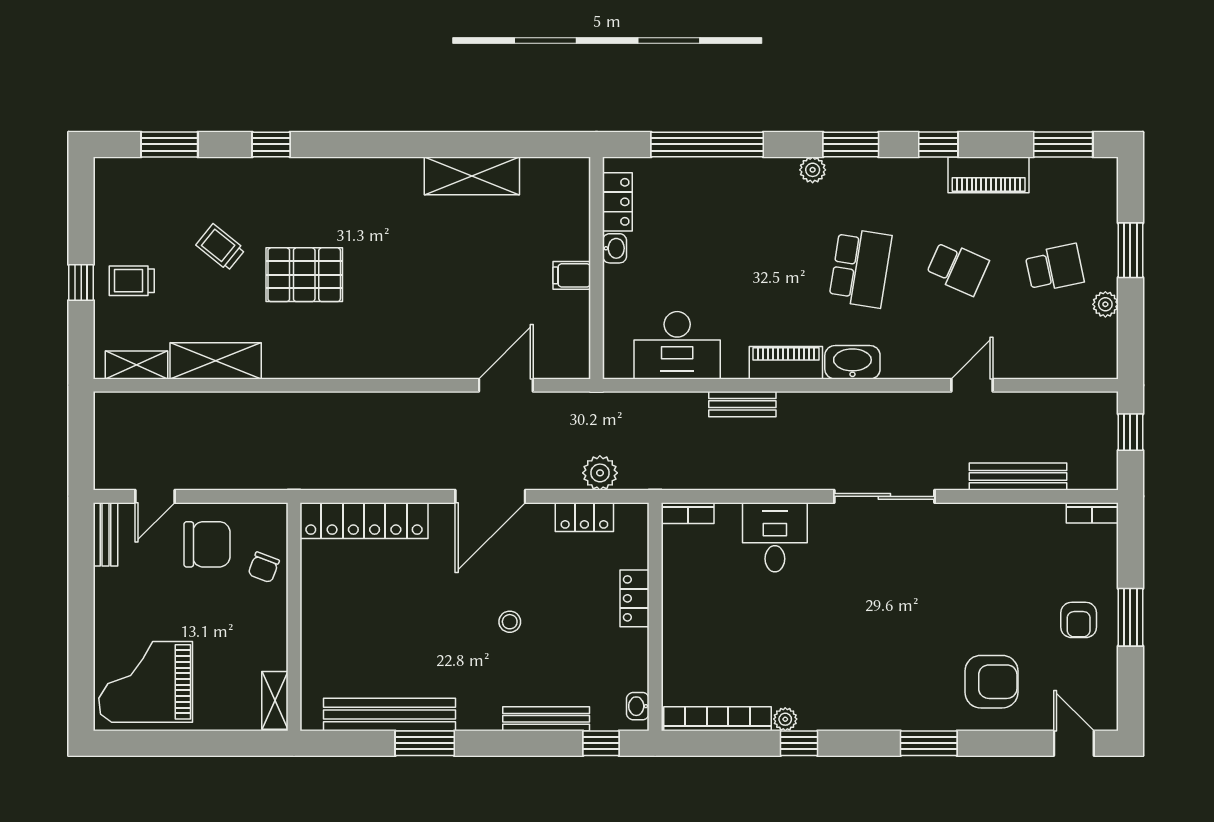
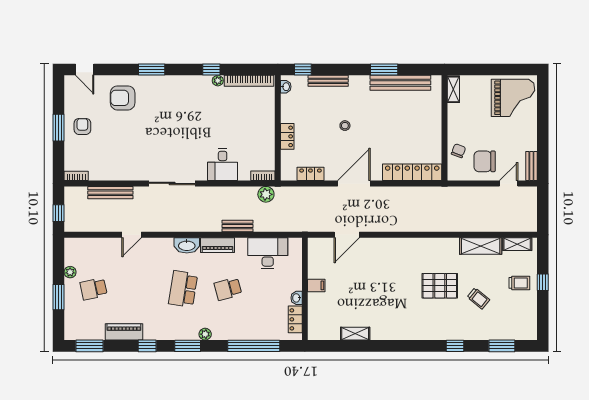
shelving: (472, 176) -> (355, 334), width x0.67, depth x0.75
school desk: (957, 268) -> (228, 289), moved, turned -39
plant: (600, 473) -> (266, 194), moved

